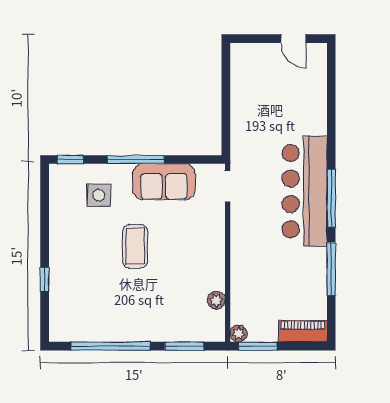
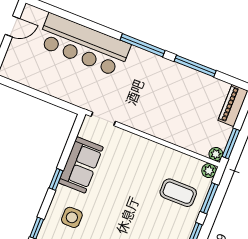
window: (136, 159) -> (56, 179), width x0.46
bar counter: (305, 191) -> (84, 45), moved
coffee table: (135, 246) -> (178, 193), moved
plant: (216, 300) -> (209, 171), moved

